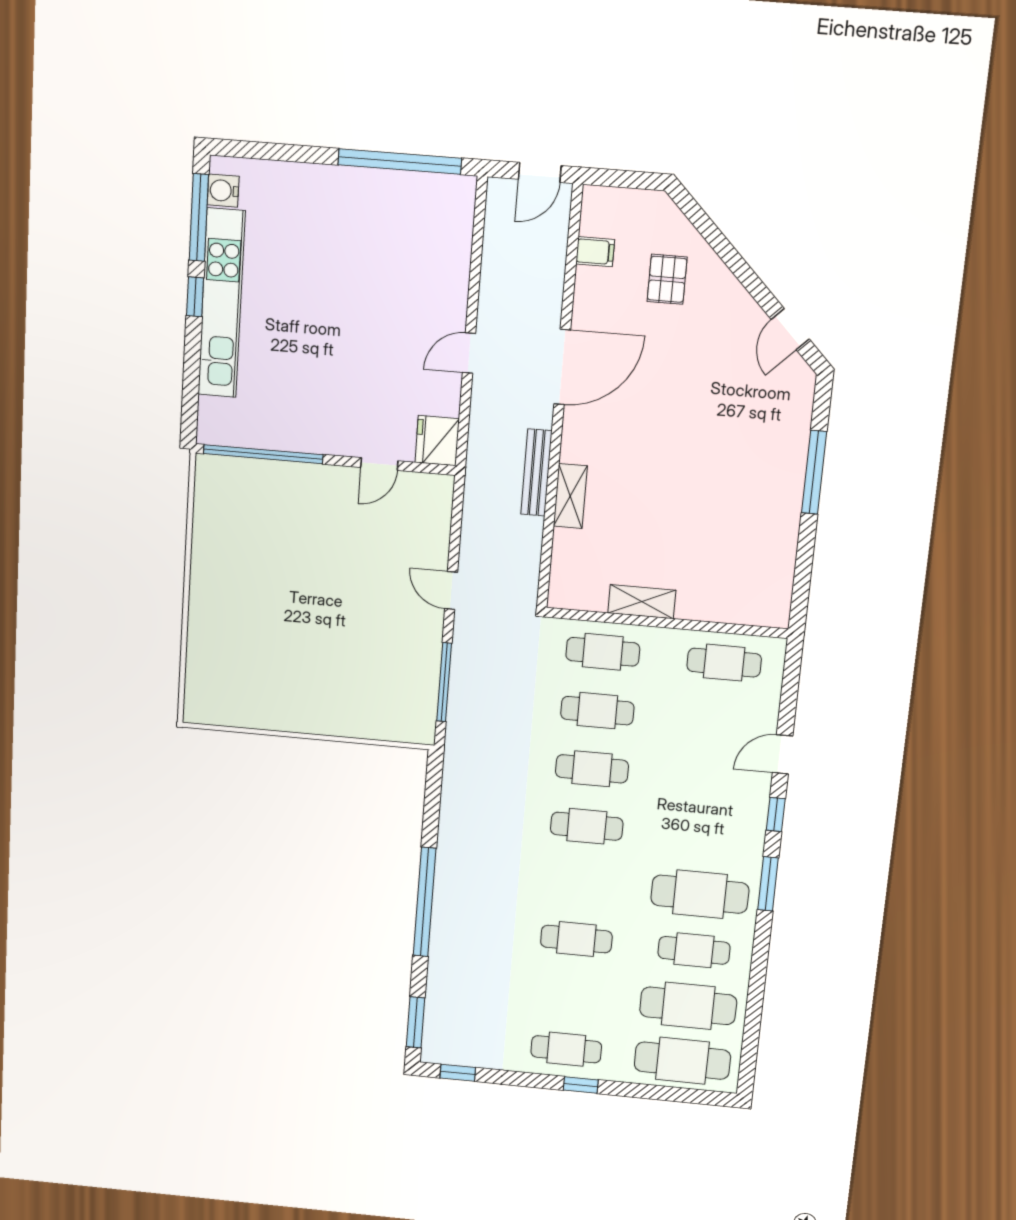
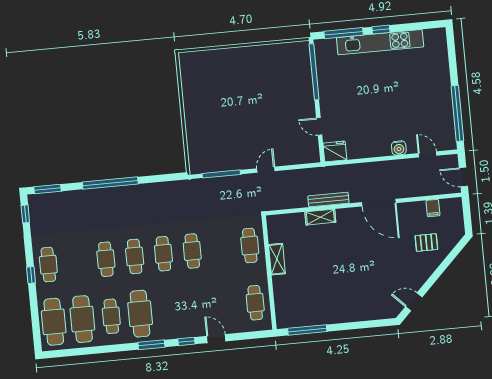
water cooler: (223, 191) -> (399, 148), moved, turned 180
window: (199, 217) -> (344, 33), moved
door: (469, 353) -> (428, 154), moved
window: (814, 472) -> (307, 330), moved
cafe table: (597, 711) -> (135, 256), moved

